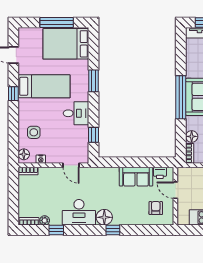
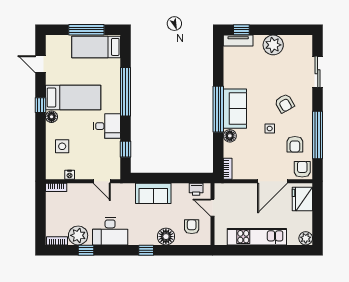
bed: (66, 44) -> (96, 47), width x0.67
window: (93, 81) -> (126, 92), width x2.11
floor lamp: (192, 136) -> (230, 136), moved
floor lamp: (24, 154) -> (52, 117), moved
sofa: (136, 177) -> (153, 193), moved
floor lamp: (104, 217) -> (166, 237), moved
plant: (45, 220) -> (78, 235), width x1.88, depth x1.88

